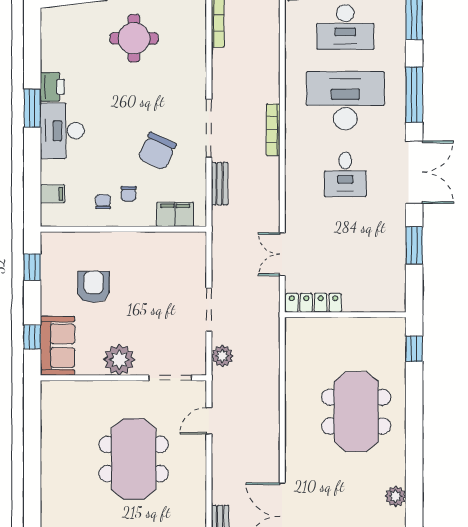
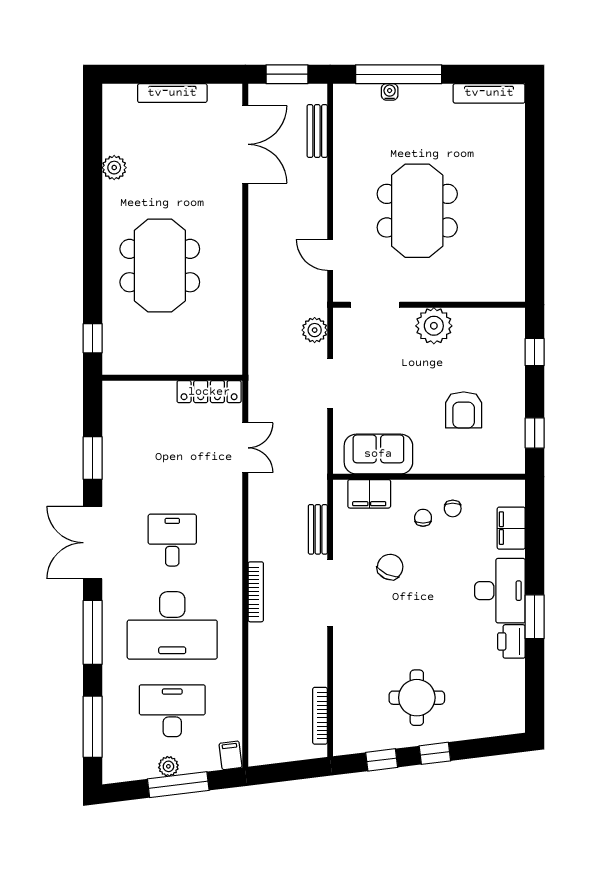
chair: (157, 151) -> (390, 567), width x0.73, depth x0.73
filing cabinet: (52, 194) -> (511, 528), width x2.00
sofa: (57, 346) -> (378, 454), moved, turned 90
door: (209, 421) -> (330, 255), swing flipped

